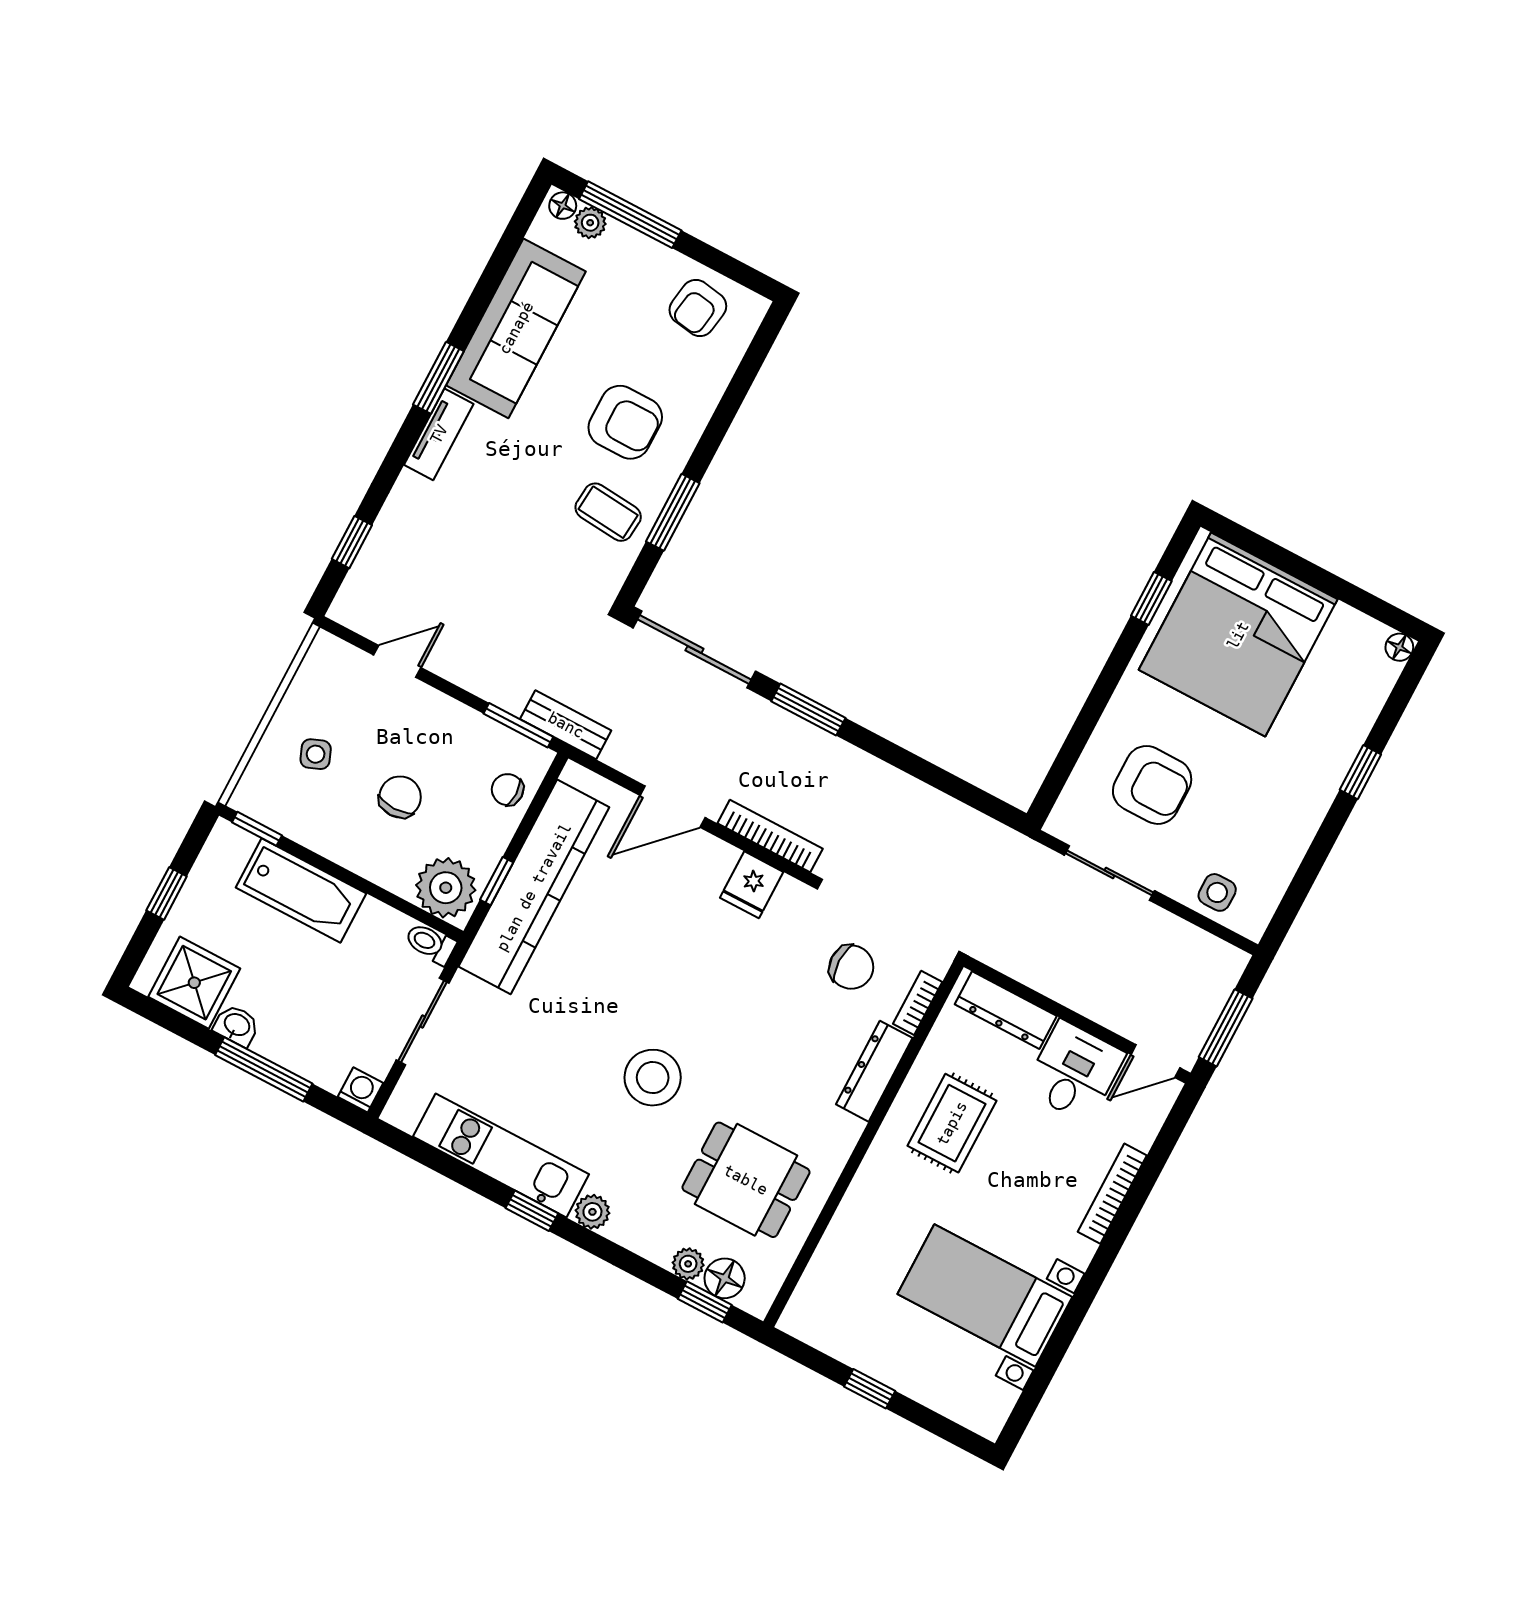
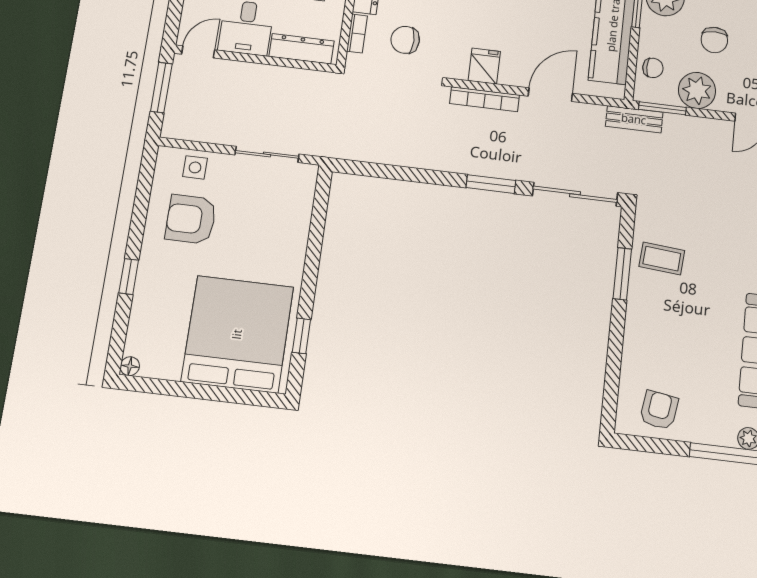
armchair: (625, 422) -> (674, 319), removed
plant: (457, 732) -> (697, 90), added
armchair: (1152, 785) -> (191, 219), moved

